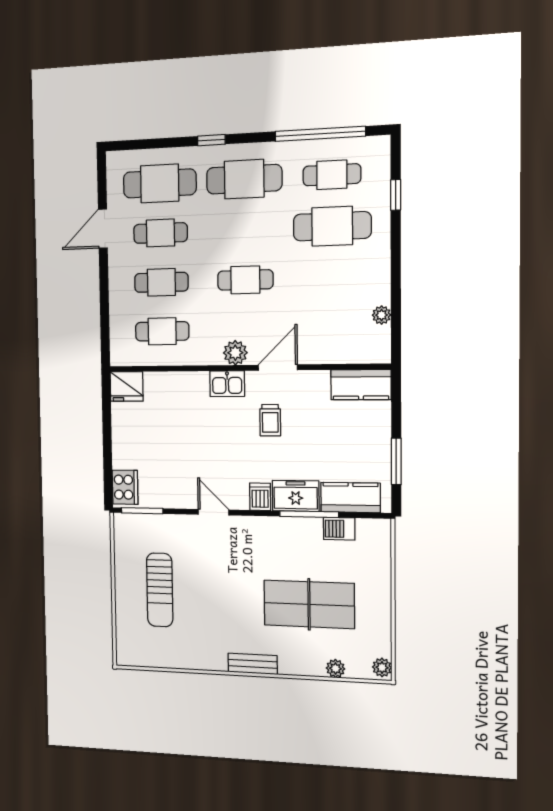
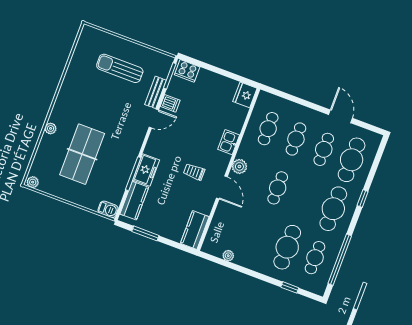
kitchen sink: (227, 384) -> (229, 142), moved
dishwasher: (260, 497) -> (170, 103), moved
barbecue: (339, 529) -> (108, 209), moved, turned 90
bench: (253, 664) -> (156, 92), moved
plant: (336, 668) -> (51, 128), moved

